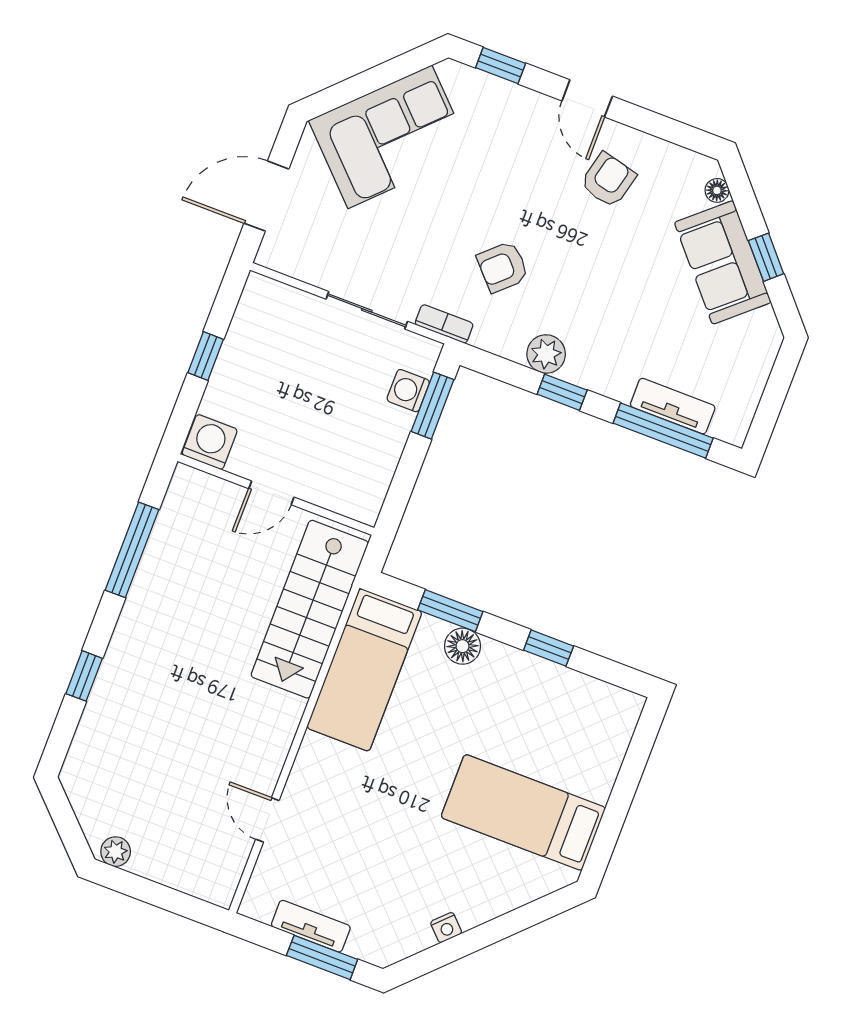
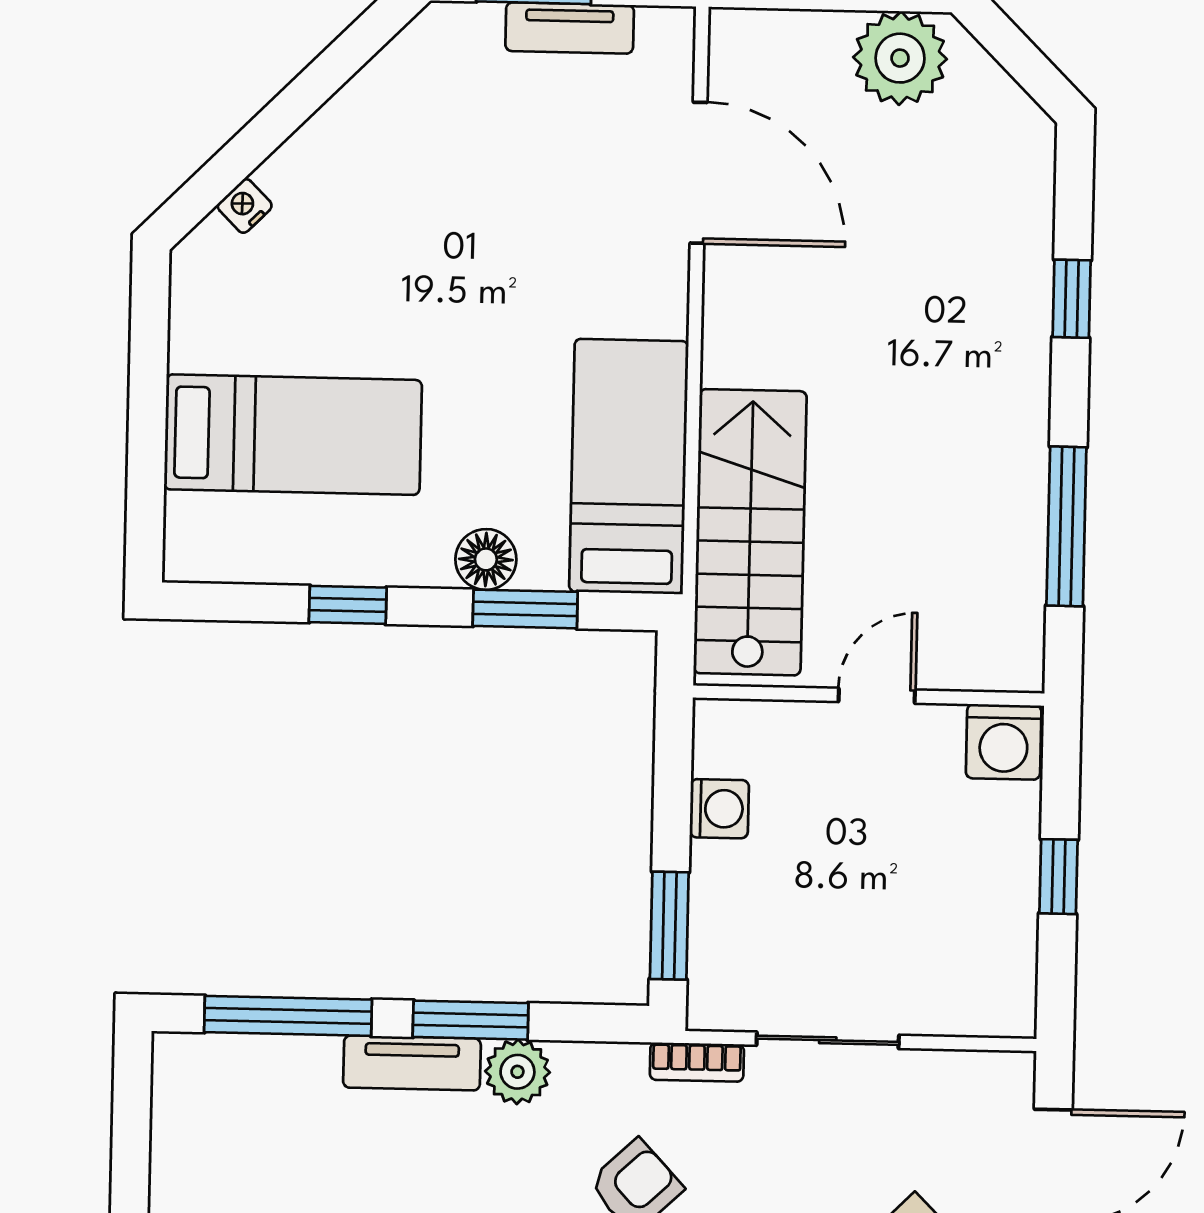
washing machine: (408, 391) -> (719, 809), moved
window: (562, 392) -> (471, 1020), width x1.50
tv unit: (673, 406) -> (412, 1063), moved
bed: (523, 812) -> (293, 435), moved
door: (267, 820) -> (699, 173), width x1.87
plant: (116, 852) -> (900, 58), width x1.88, depth x1.88
nightstand: (446, 928) -> (245, 206), moved

